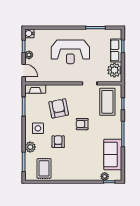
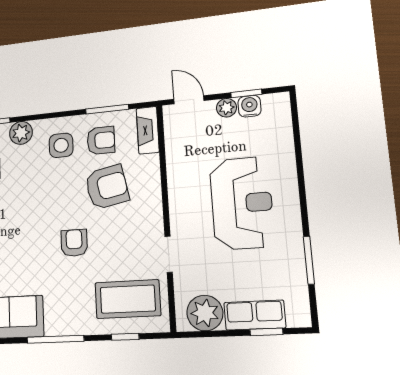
water cooler: (29, 33) -> (249, 106), moved
reception desk: (70, 52) -> (242, 203), turned 180
door: (24, 70) -> (189, 100), swing flipped
armchair: (58, 142) -> (101, 140), moved

